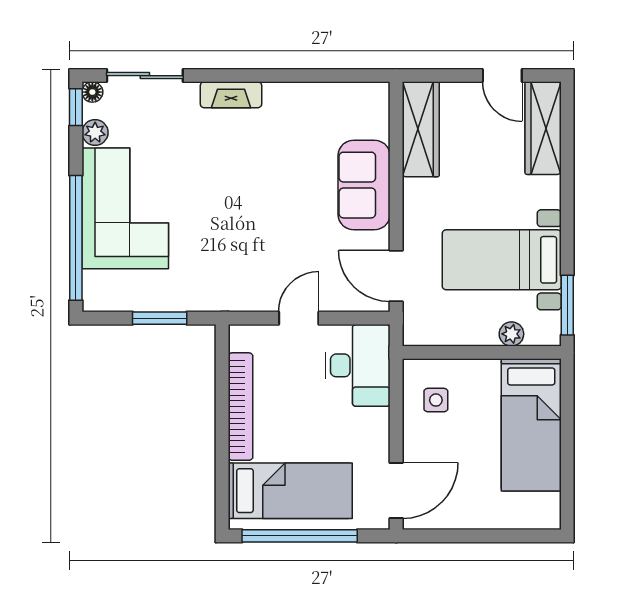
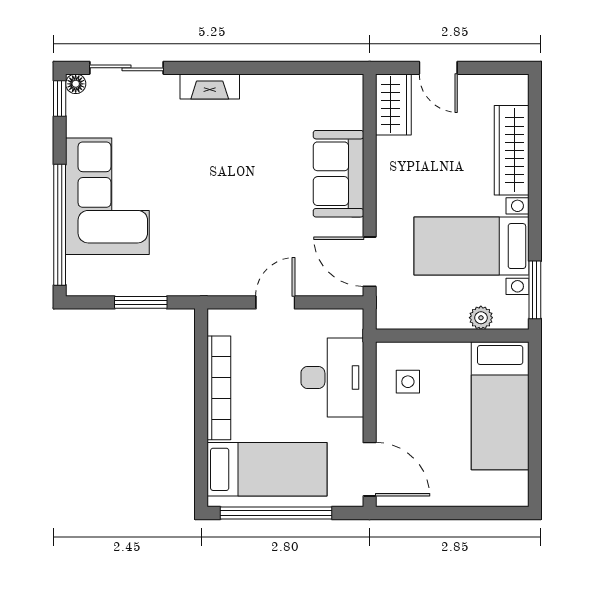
door: (502, 76) -> (438, 68), moved
wardrobe: (543, 128) -> (512, 150), moved
wardrobe: (421, 129) -> (393, 105), width x0.67
plant: (95, 132) -> (78, 123), removed
desk: (358, 365) -> (332, 378), moved
door: (396, 491) -> (370, 469), hinge flipped

